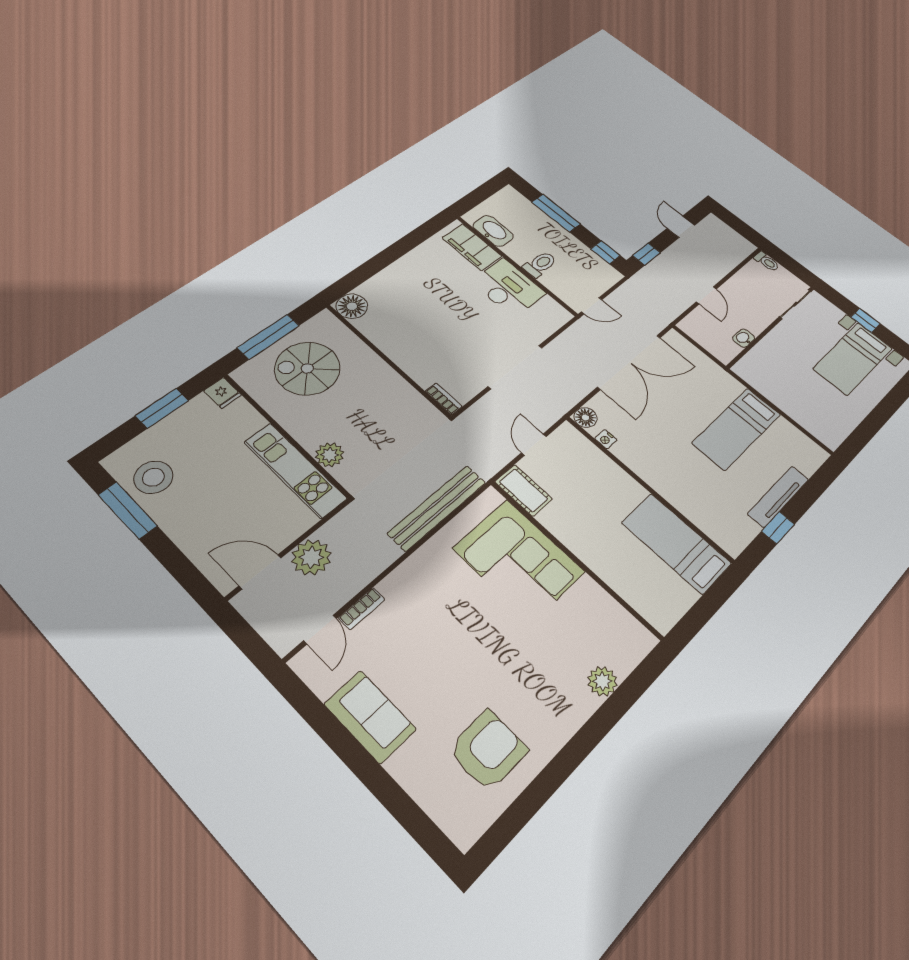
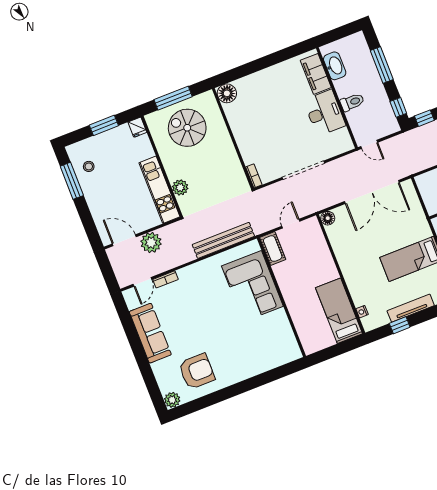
nightstand: (606, 439) -> (362, 312), moved
stool: (153, 477) -> (89, 166), width x0.53, depth x0.53
plant: (602, 681) -> (172, 400), moved
sofa: (370, 717) -> (150, 333), width x1.36

